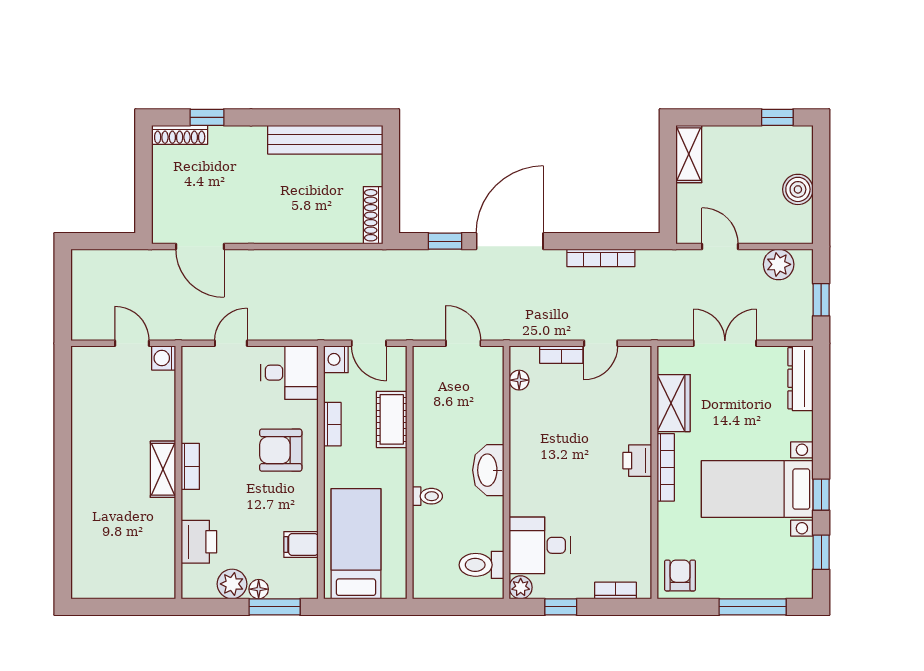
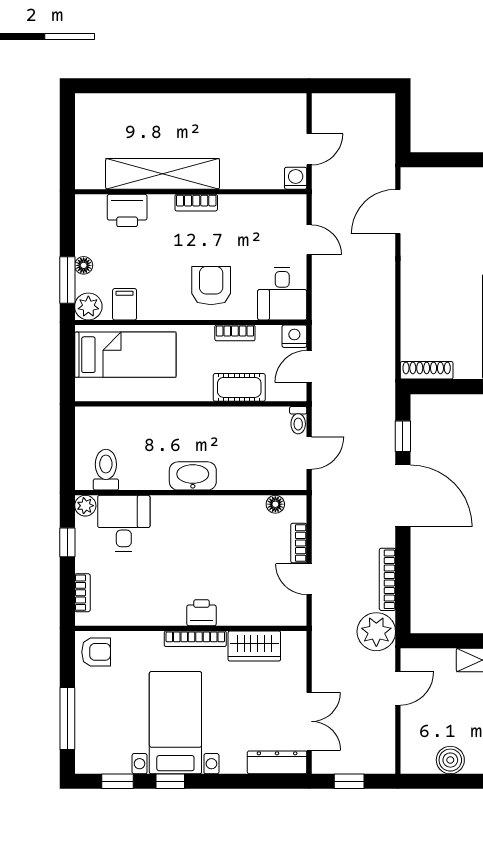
plant: (779, 264) -> (376, 632), moved, width x1.36, depth x1.36
double door: (725, 343) -> (309, 721), moved
shelving: (163, 469) -> (163, 174), width x2.20, depth x1.33
toilet: (427, 496) -> (298, 420), moved
plant: (232, 584) -> (88, 306), moved

